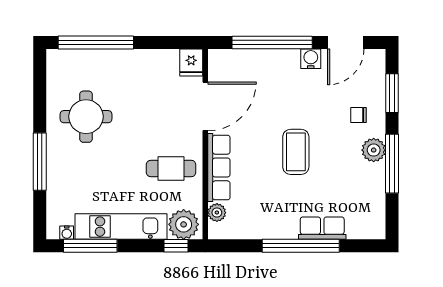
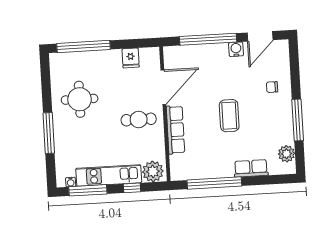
fridge: (191, 63) -> (131, 58), moved
window: (392, 93) -> (295, 70), removed
plant: (374, 150) -> (287, 154), moved
cafe table: (171, 169) -> (139, 119), moved
plant: (217, 213) -> (176, 162), removed
window: (176, 246) -> (132, 188), moved
window: (301, 246) -> (214, 183), moved

